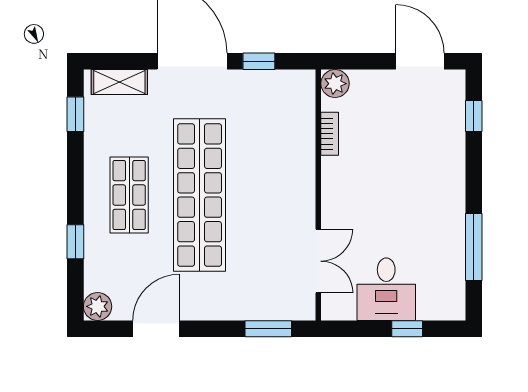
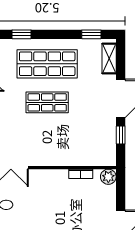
shop shelf: (129, 195) -> (47, 64), width x1.43, depth x1.36
shop shelf: (200, 195) -> (47, 102), width x0.50, depth x0.74

